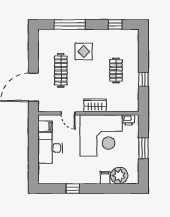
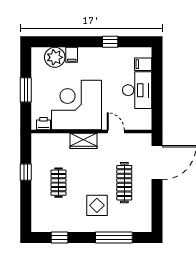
filing cabinet: (45, 126) -> (143, 64), moved

